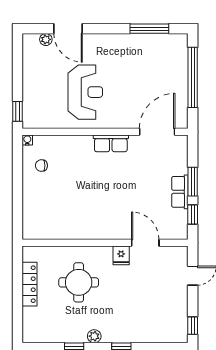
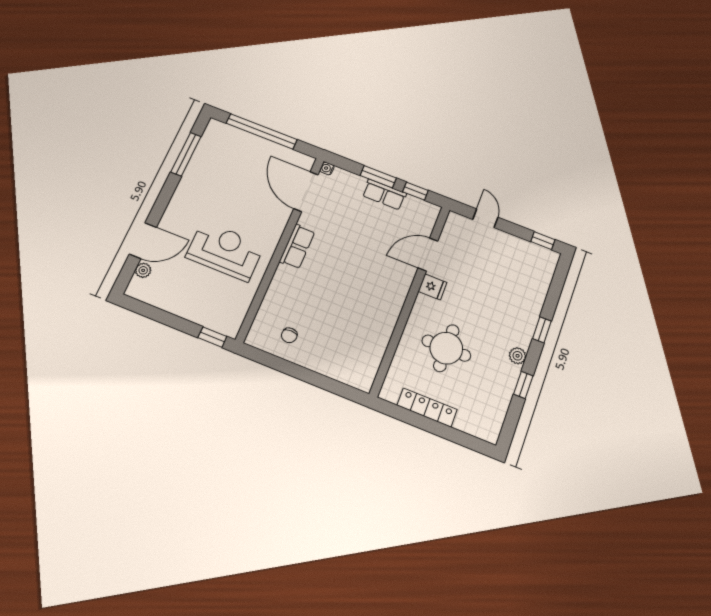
water cooler: (27, 140) -> (327, 168), moved

